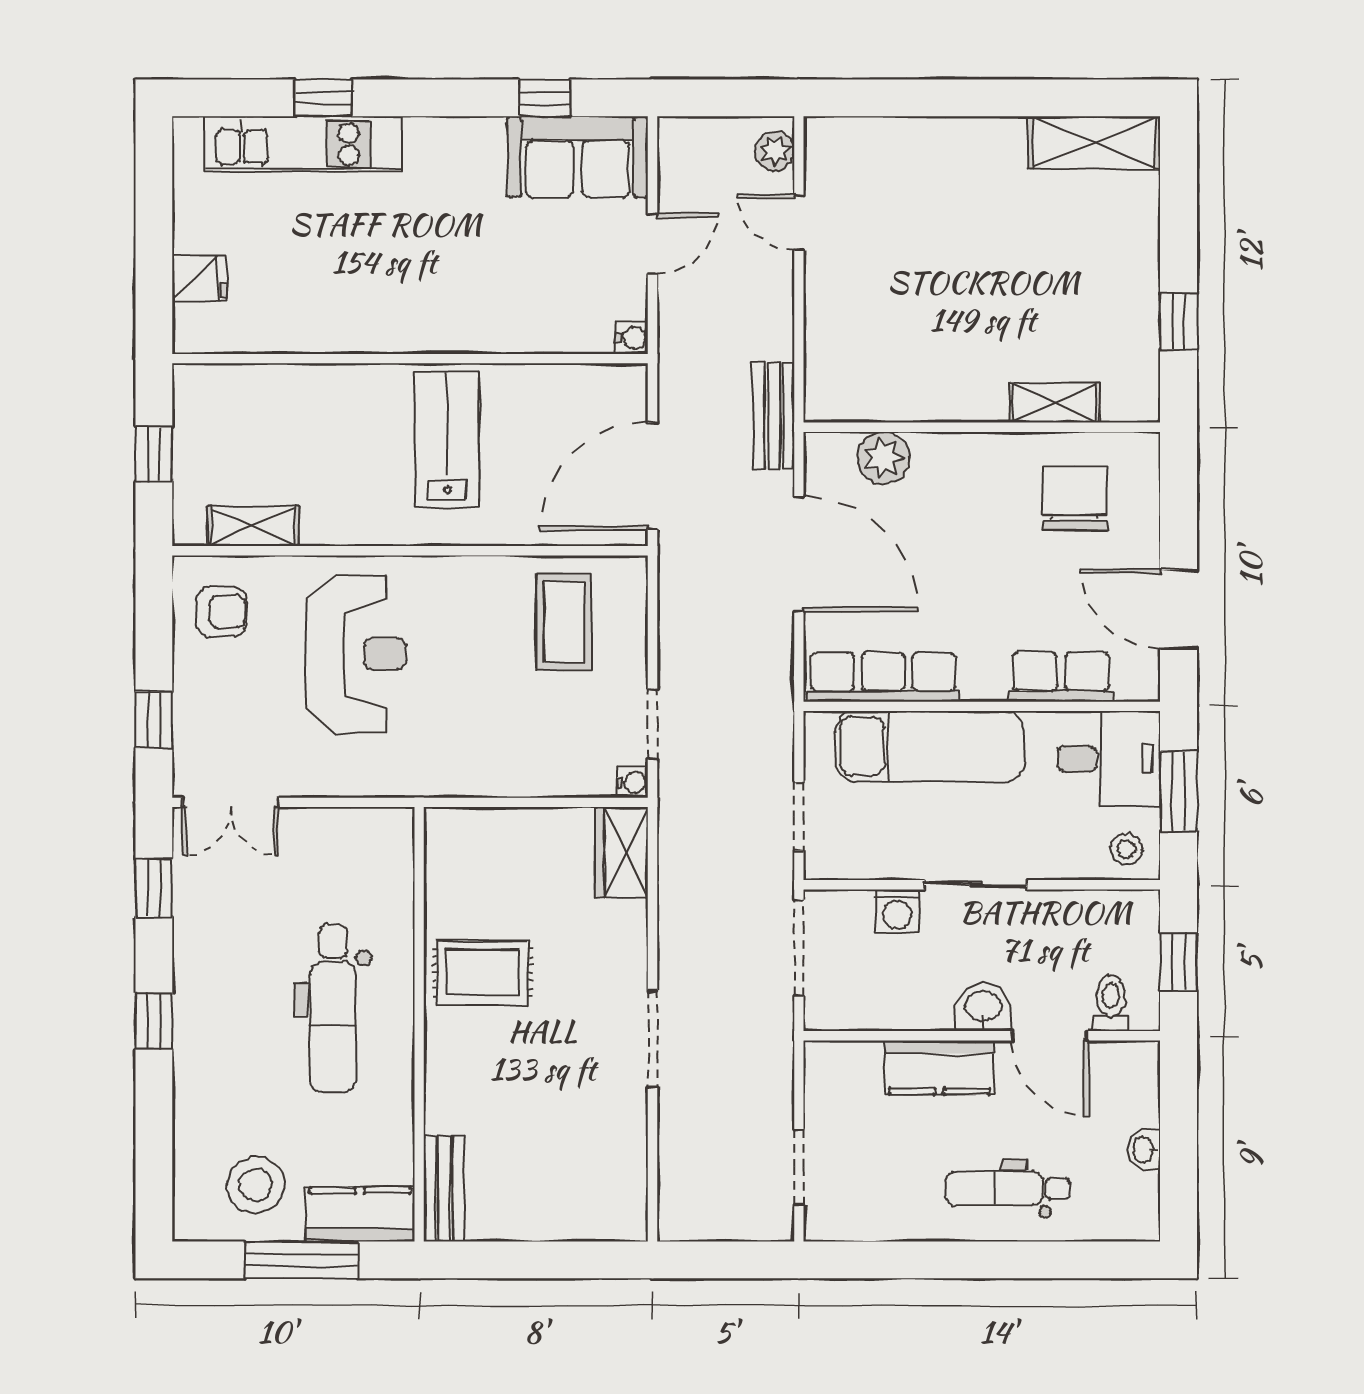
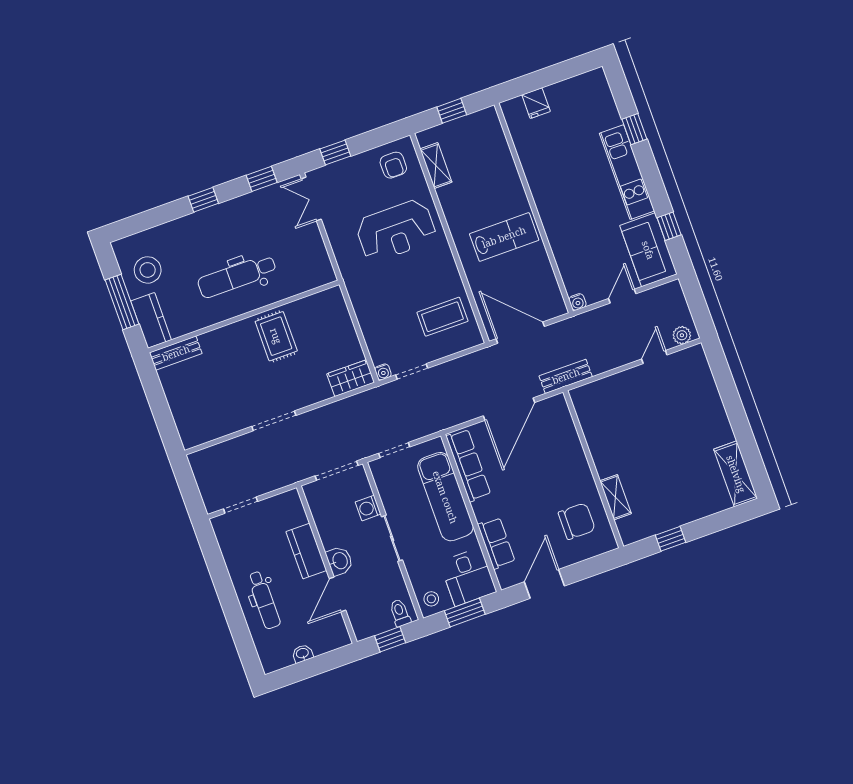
kitchen unit: (303, 144) -> (627, 172), moved
door: (652, 243) -> (622, 296), swing flipped
plant: (884, 458) -> (564, 431), removed
toilet: (1111, 1003) -> (400, 613), moved, turned -90
dental chair: (1008, 1188) -> (264, 600), turned 180

